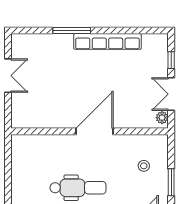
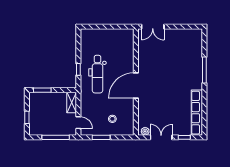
row of seats: (107, 41) -> (197, 113), moved
double door: (8, 76) -> (153, 27), moved
door: (95, 131) -> (136, 85), swing flipped

